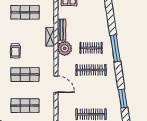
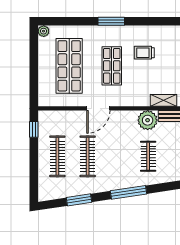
window: (115, 48) -> (129, 192), moved
clothes rail: (91, 70) -> (88, 156), moved
shop shelf: (25, 106) -> (69, 66), width x1.43, depth x1.36

